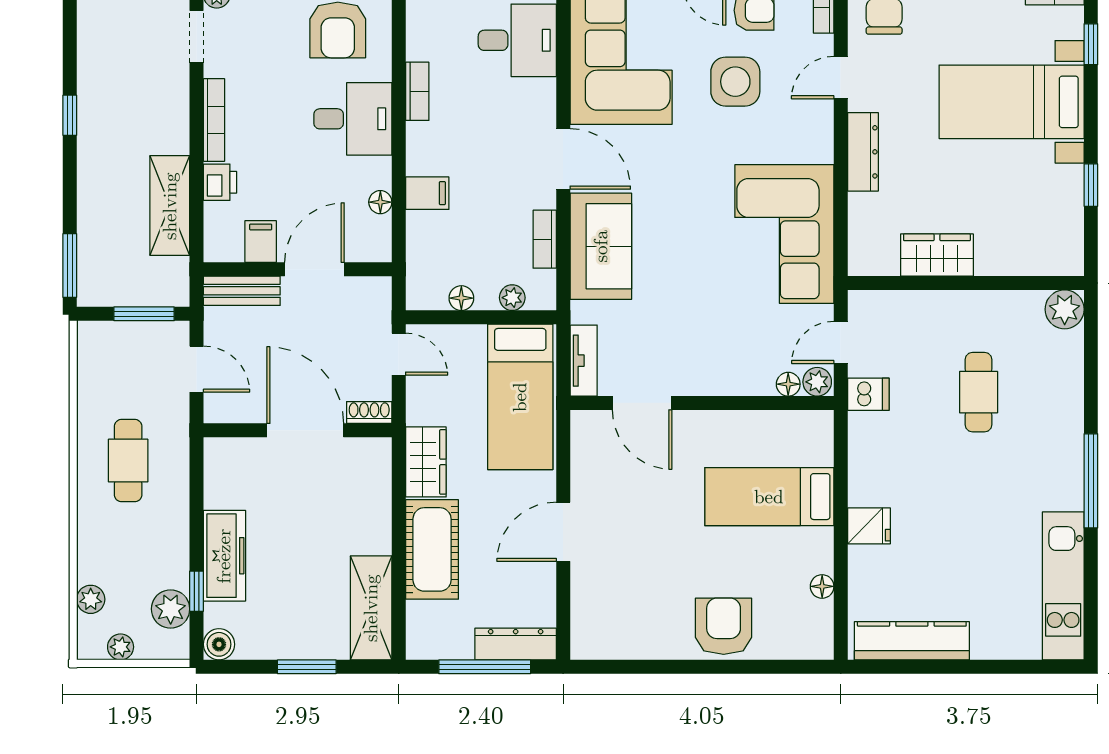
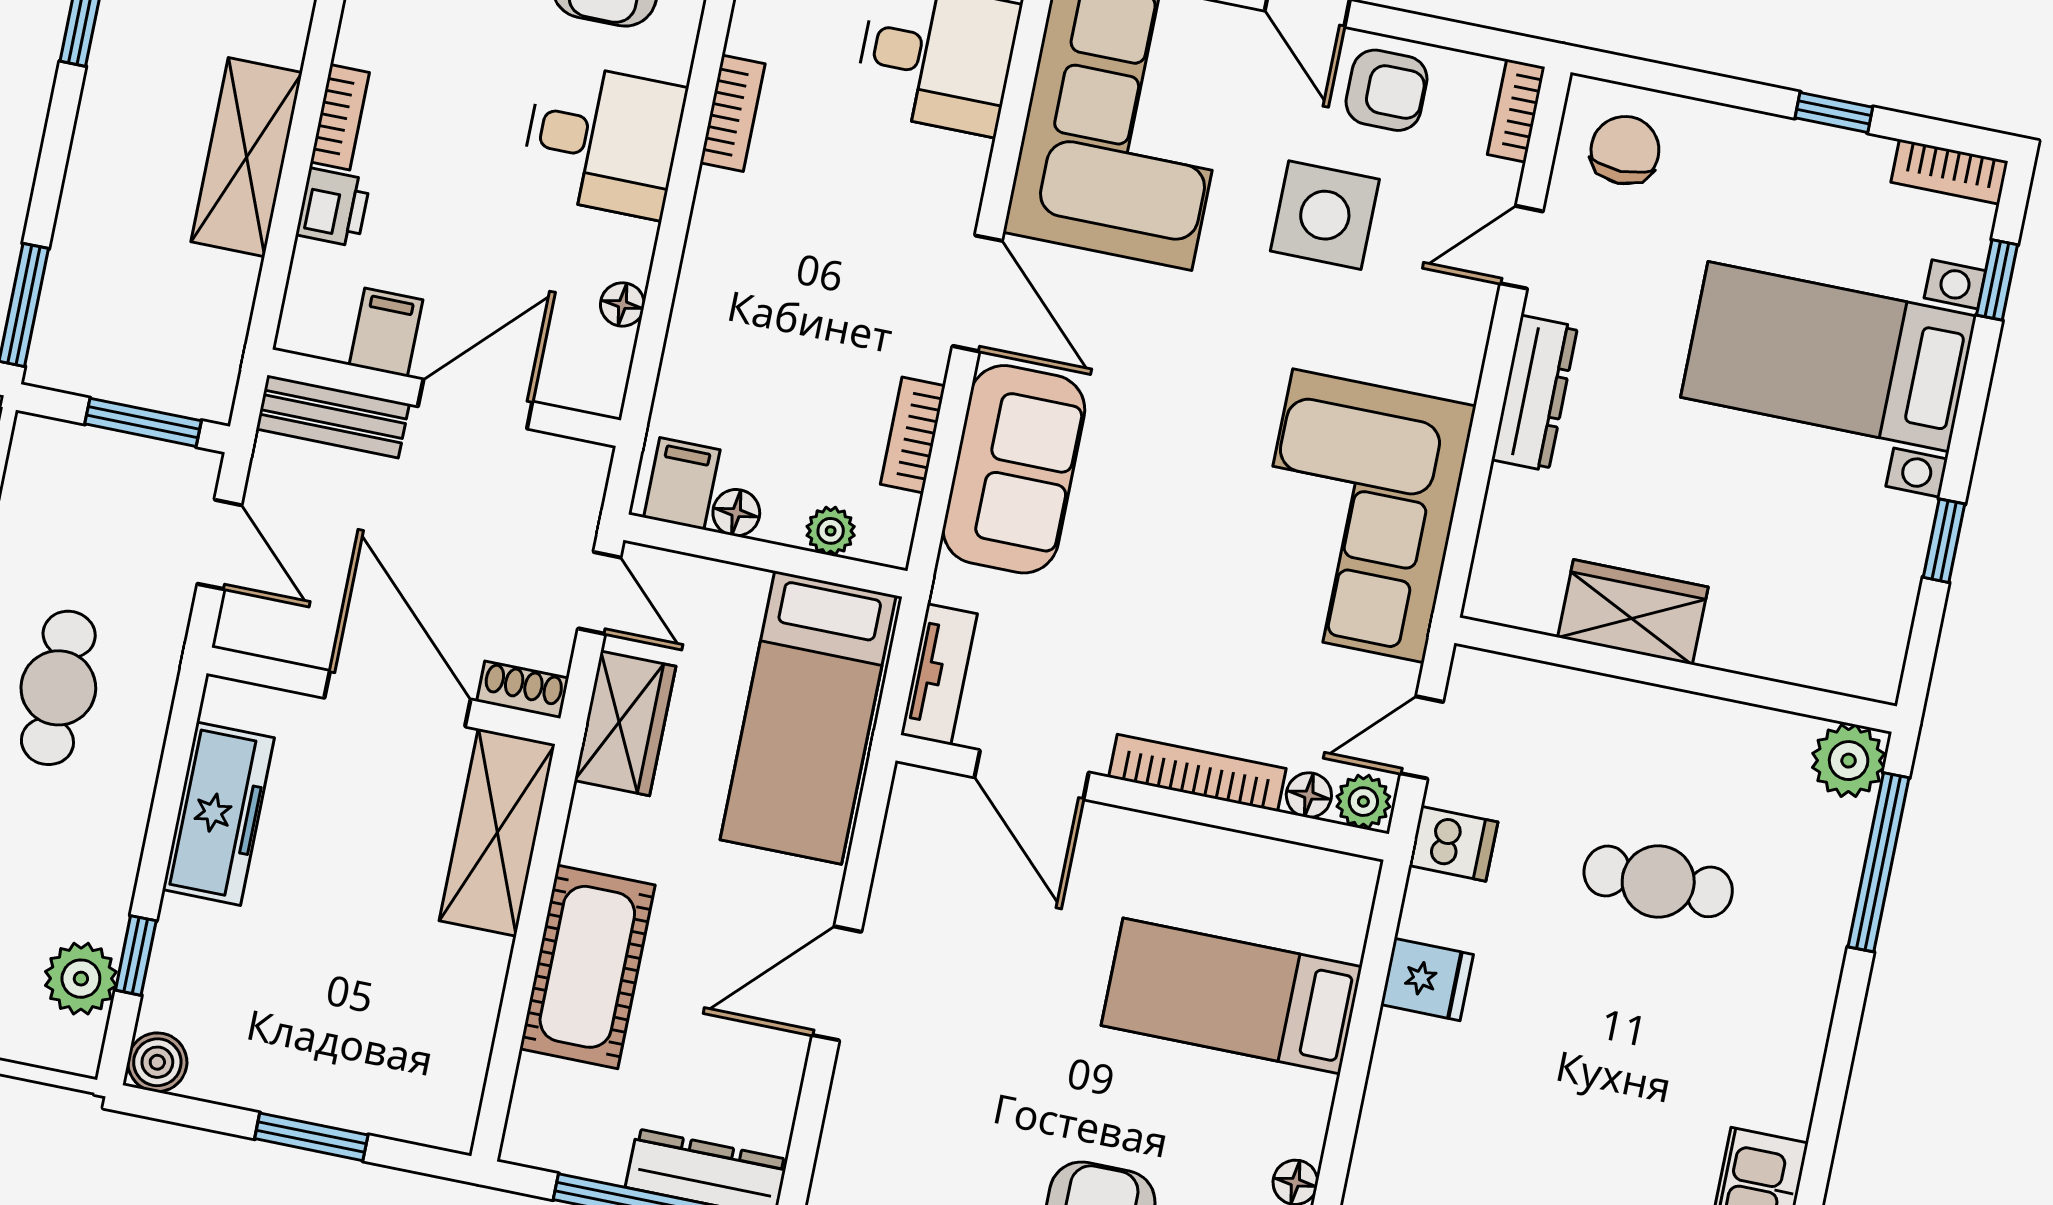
bookcase: (214, 120) -> (340, 117), width x0.64
filing cabinet: (427, 193) -> (682, 484), moved, turned -90
shelving: (170, 206) -> (247, 157), moved
bookcase: (728, 384) -> (1197, 773), added
cafe table: (979, 392) -> (1658, 881), turned 90
wardrobe: (426, 462) -> (625, 723), moved
window: (1091, 481) -> (1879, 862), moved
fridge: (869, 526) -> (1427, 980), moved
freezer: (224, 556) -> (218, 814), moved
shelving: (371, 608) -> (497, 832), moved

